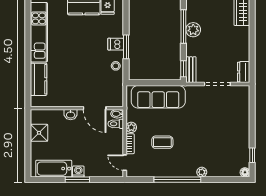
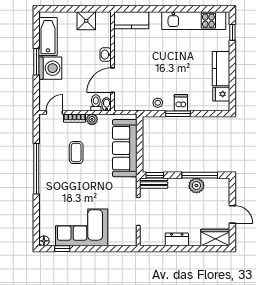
dresser: (244, 72) -> (177, 239), moved
kitchen counter: (39, 79) -> (131, 20), moved
corner sofa: (232, 137) -> (82, 227), added
washing machine: (78, 171) -> (50, 68), width x1.89, depth x1.89
plant: (202, 172) -> (44, 195), removed

